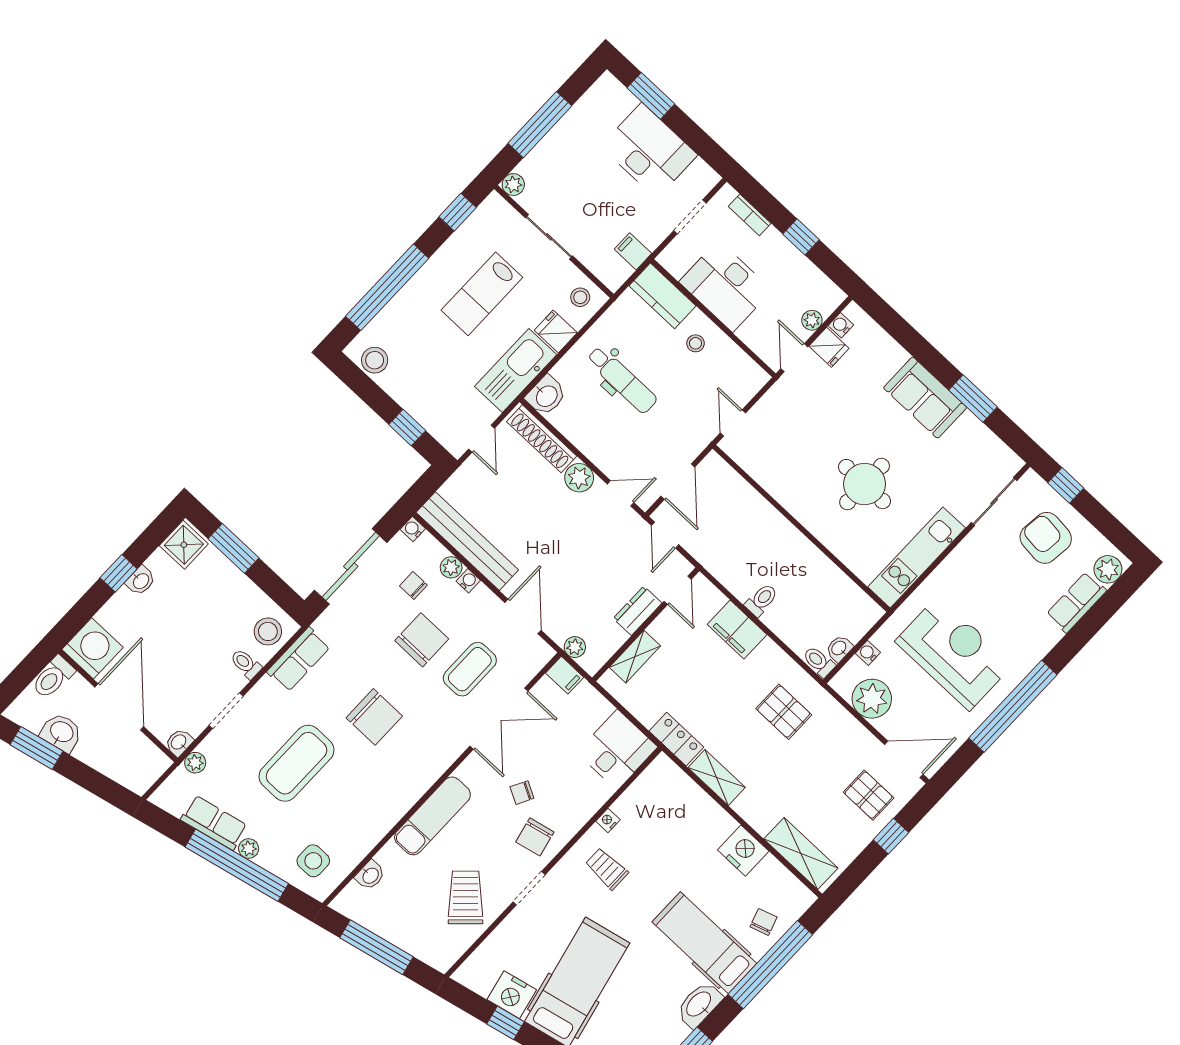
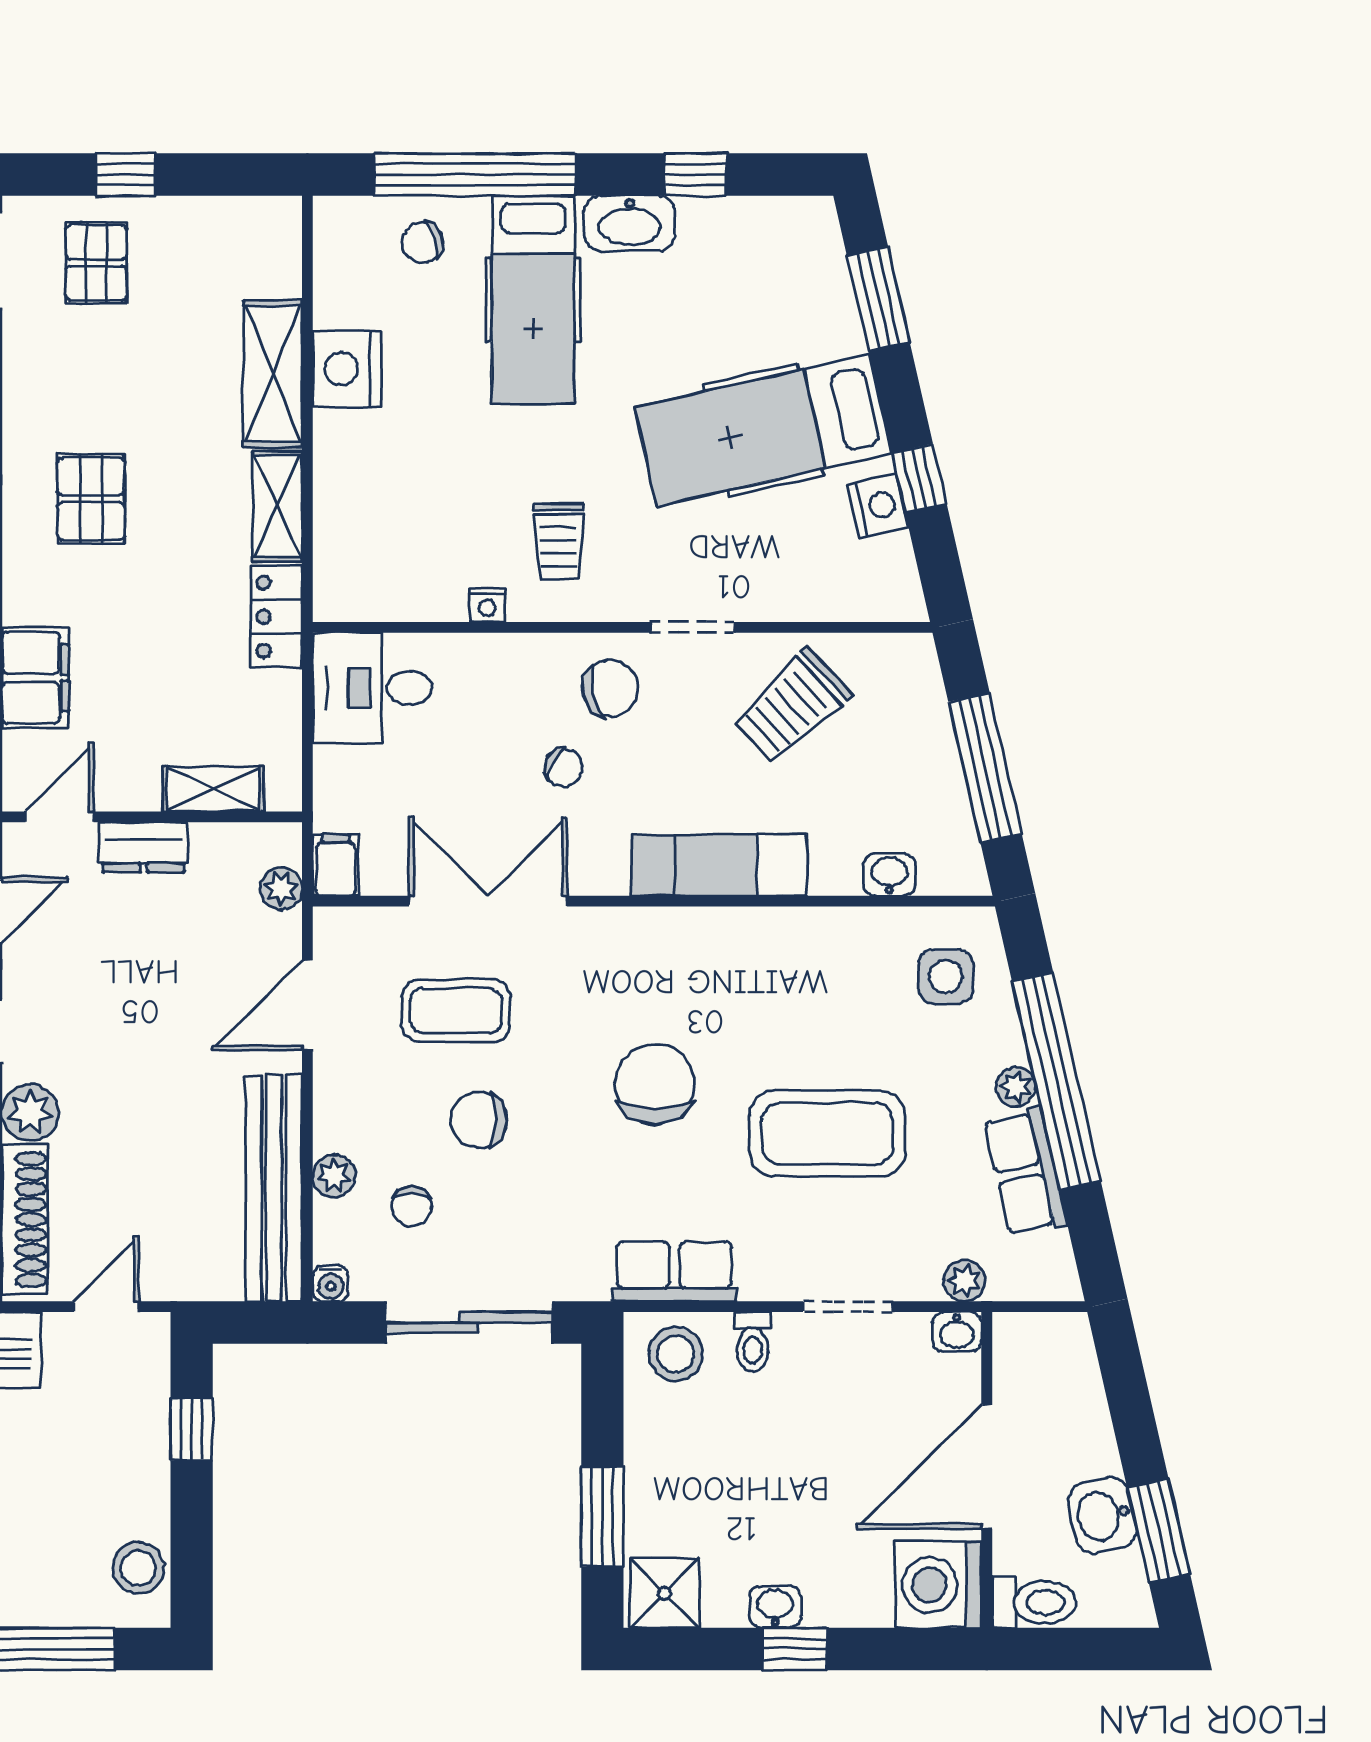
water cooler: (468, 581) -> (330, 1133), removed
chair: (422, 640) -> (479, 1120), width x0.73, depth x0.73
shelving: (801, 853) -> (273, 374), moved
nightstand: (512, 995) -> (878, 506), width x0.74, depth x0.75

